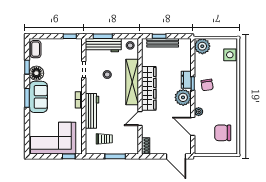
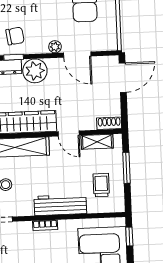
door: (193, 126) -> (77, 55), hinge flipped
shelving: (134, 137) -> (97, 142), added

